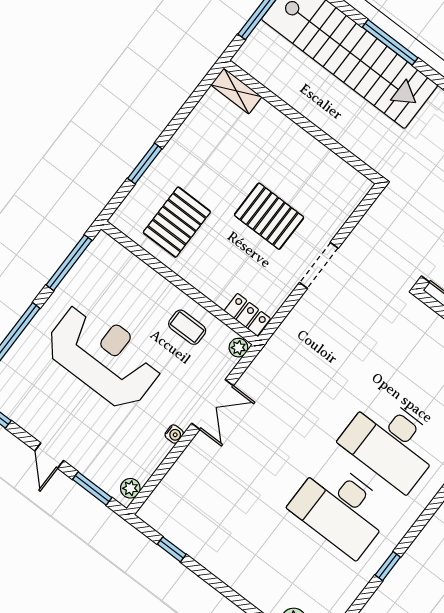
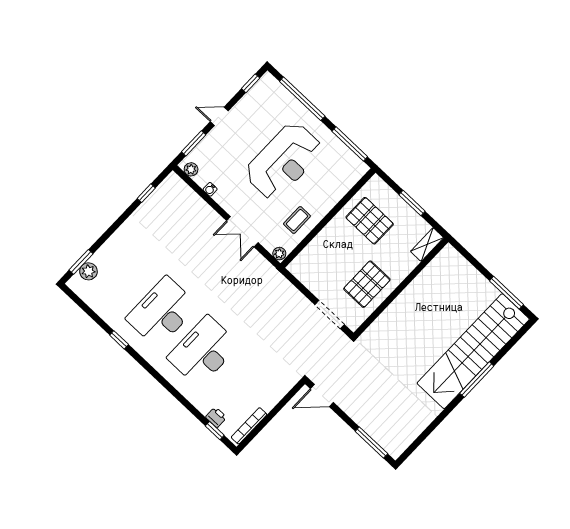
shelving: (236, 91) -> (427, 245), moved
wall: (303, 122) -> (401, 287), moved
locker: (247, 315) -> (301, 262), removed
water cooler: (174, 434) -> (210, 189), moved

